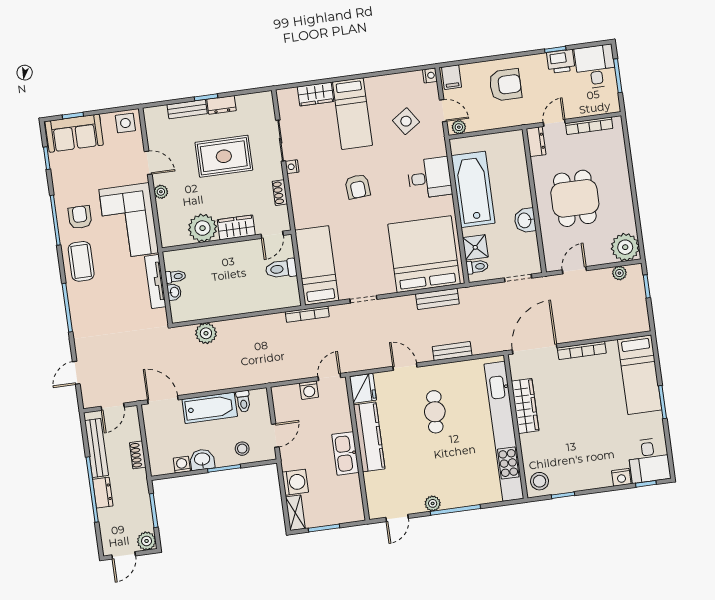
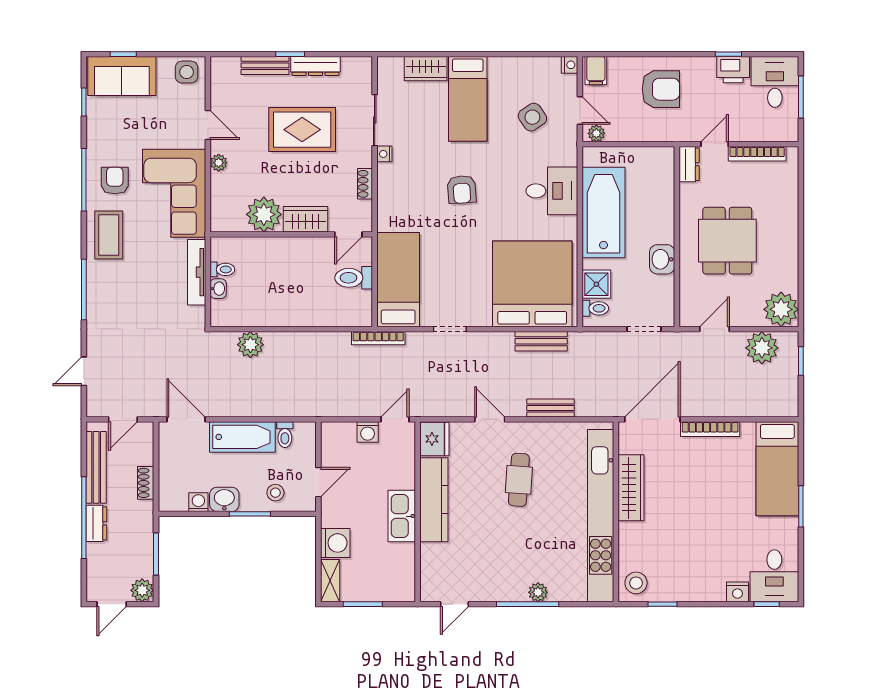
dresser: (221, 105) -> (315, 66), width x1.44
plant: (619, 273) -> (762, 348), width x1.88, depth x1.88
plant: (433, 503) -> (538, 592), moved

